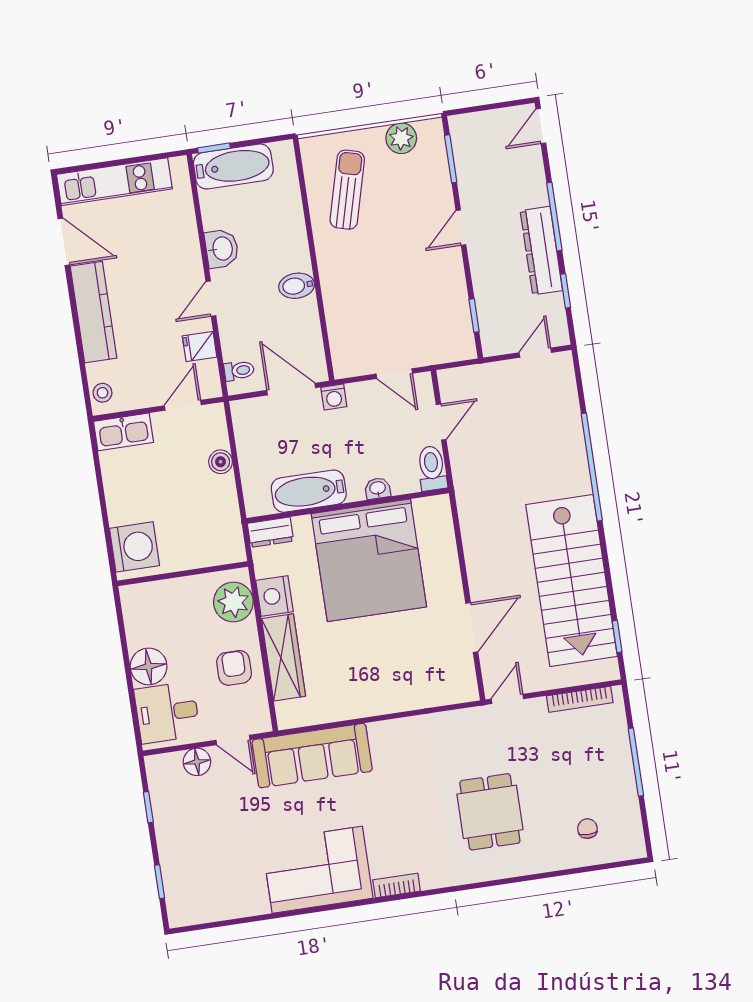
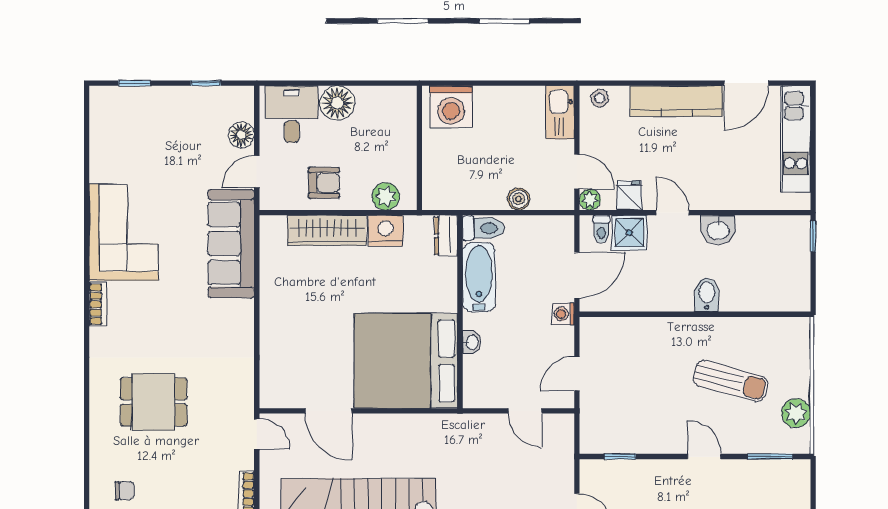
bathtub: (233, 166) -> (793, 252), removed
sun lounger: (347, 190) -> (730, 381), moved
bidet: (297, 286) -> (707, 295), moved
shower: (239, 341) -> (629, 233), added
plant: (210, 387) -> (590, 200), added
toilet: (432, 468) -> (483, 228), moved
bed: (369, 560) -> (406, 361), moved
plant: (233, 602) -> (386, 196), width x0.73, depth x0.73

